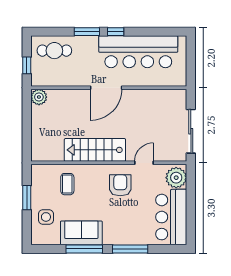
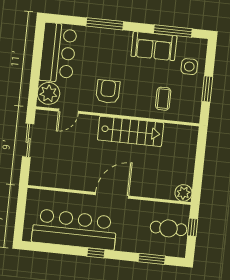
window: (87, 32) -> (152, 259), moved
cafe table: (54, 51) -> (169, 228), moved
sliding door: (191, 131) -> (28, 140), width x0.73
door: (144, 163) -> (68, 111), moved
armchair: (120, 185) -> (108, 92), turned 180
window: (84, 249) -> (173, 31), moved

